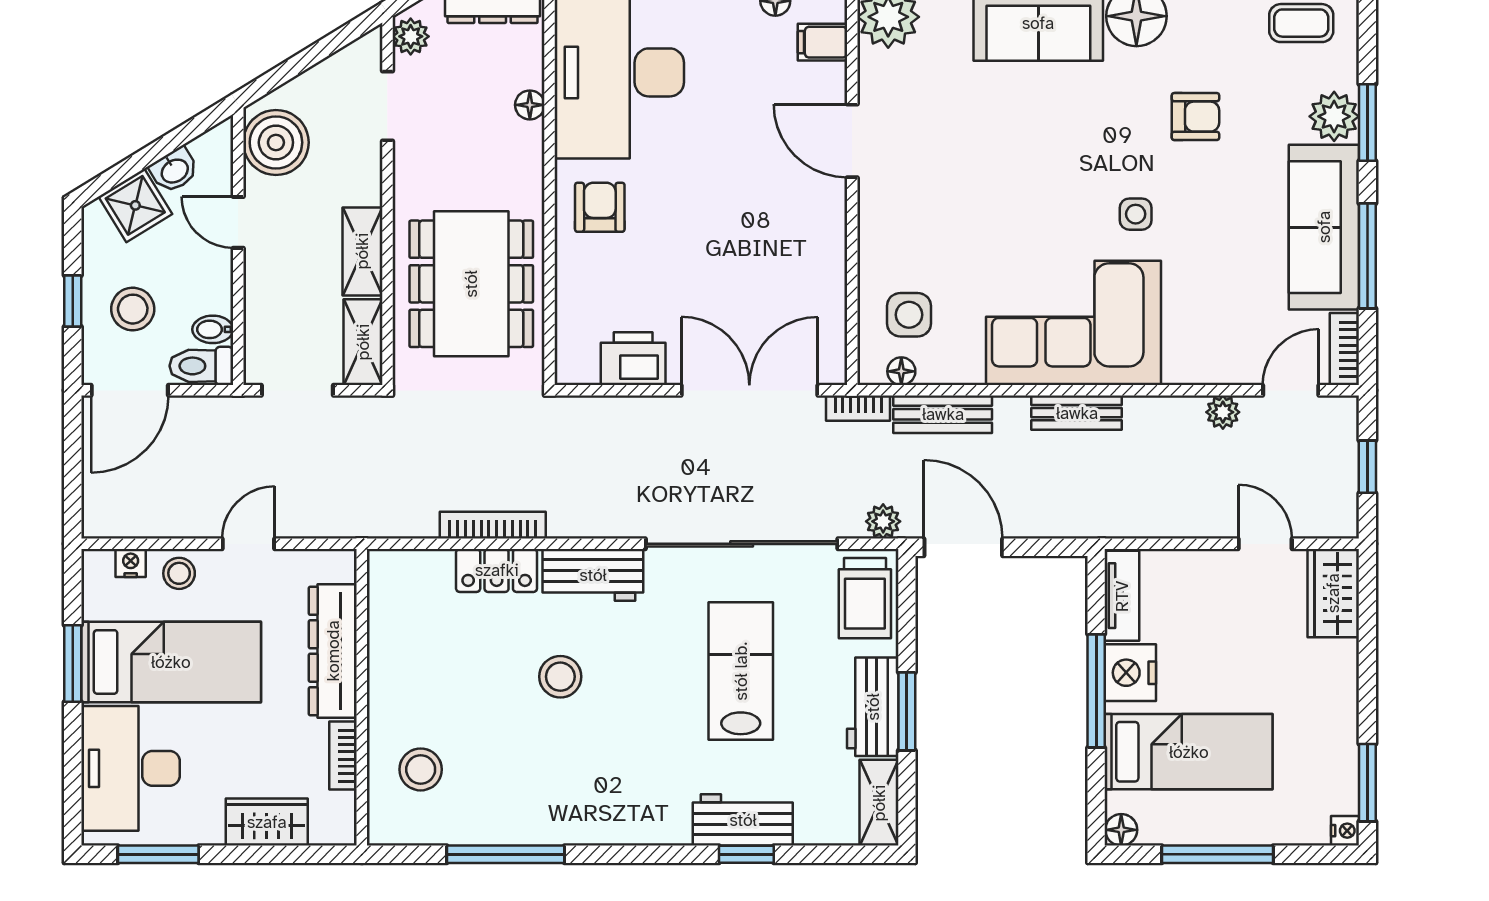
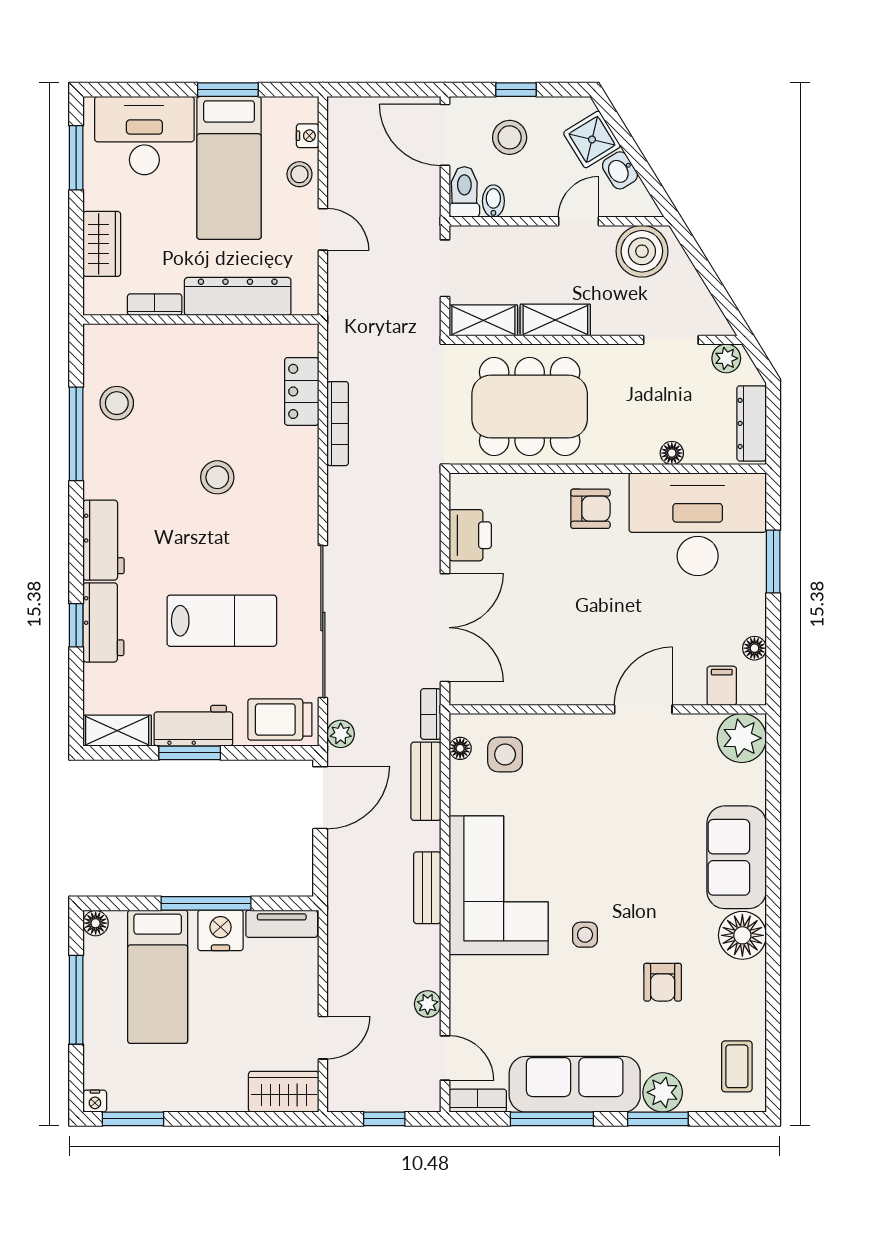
locker: (497, 570) -> (302, 391), moved
workbench: (593, 575) -> (104, 540), moved, turned 180
stool: (421, 769) -> (117, 403), moved

